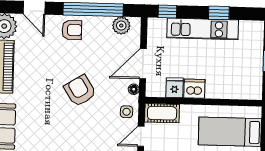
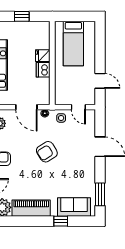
fridge: (175, 88) -> (43, 56), moved
cot: (162, 113) -> (61, 92), removed

